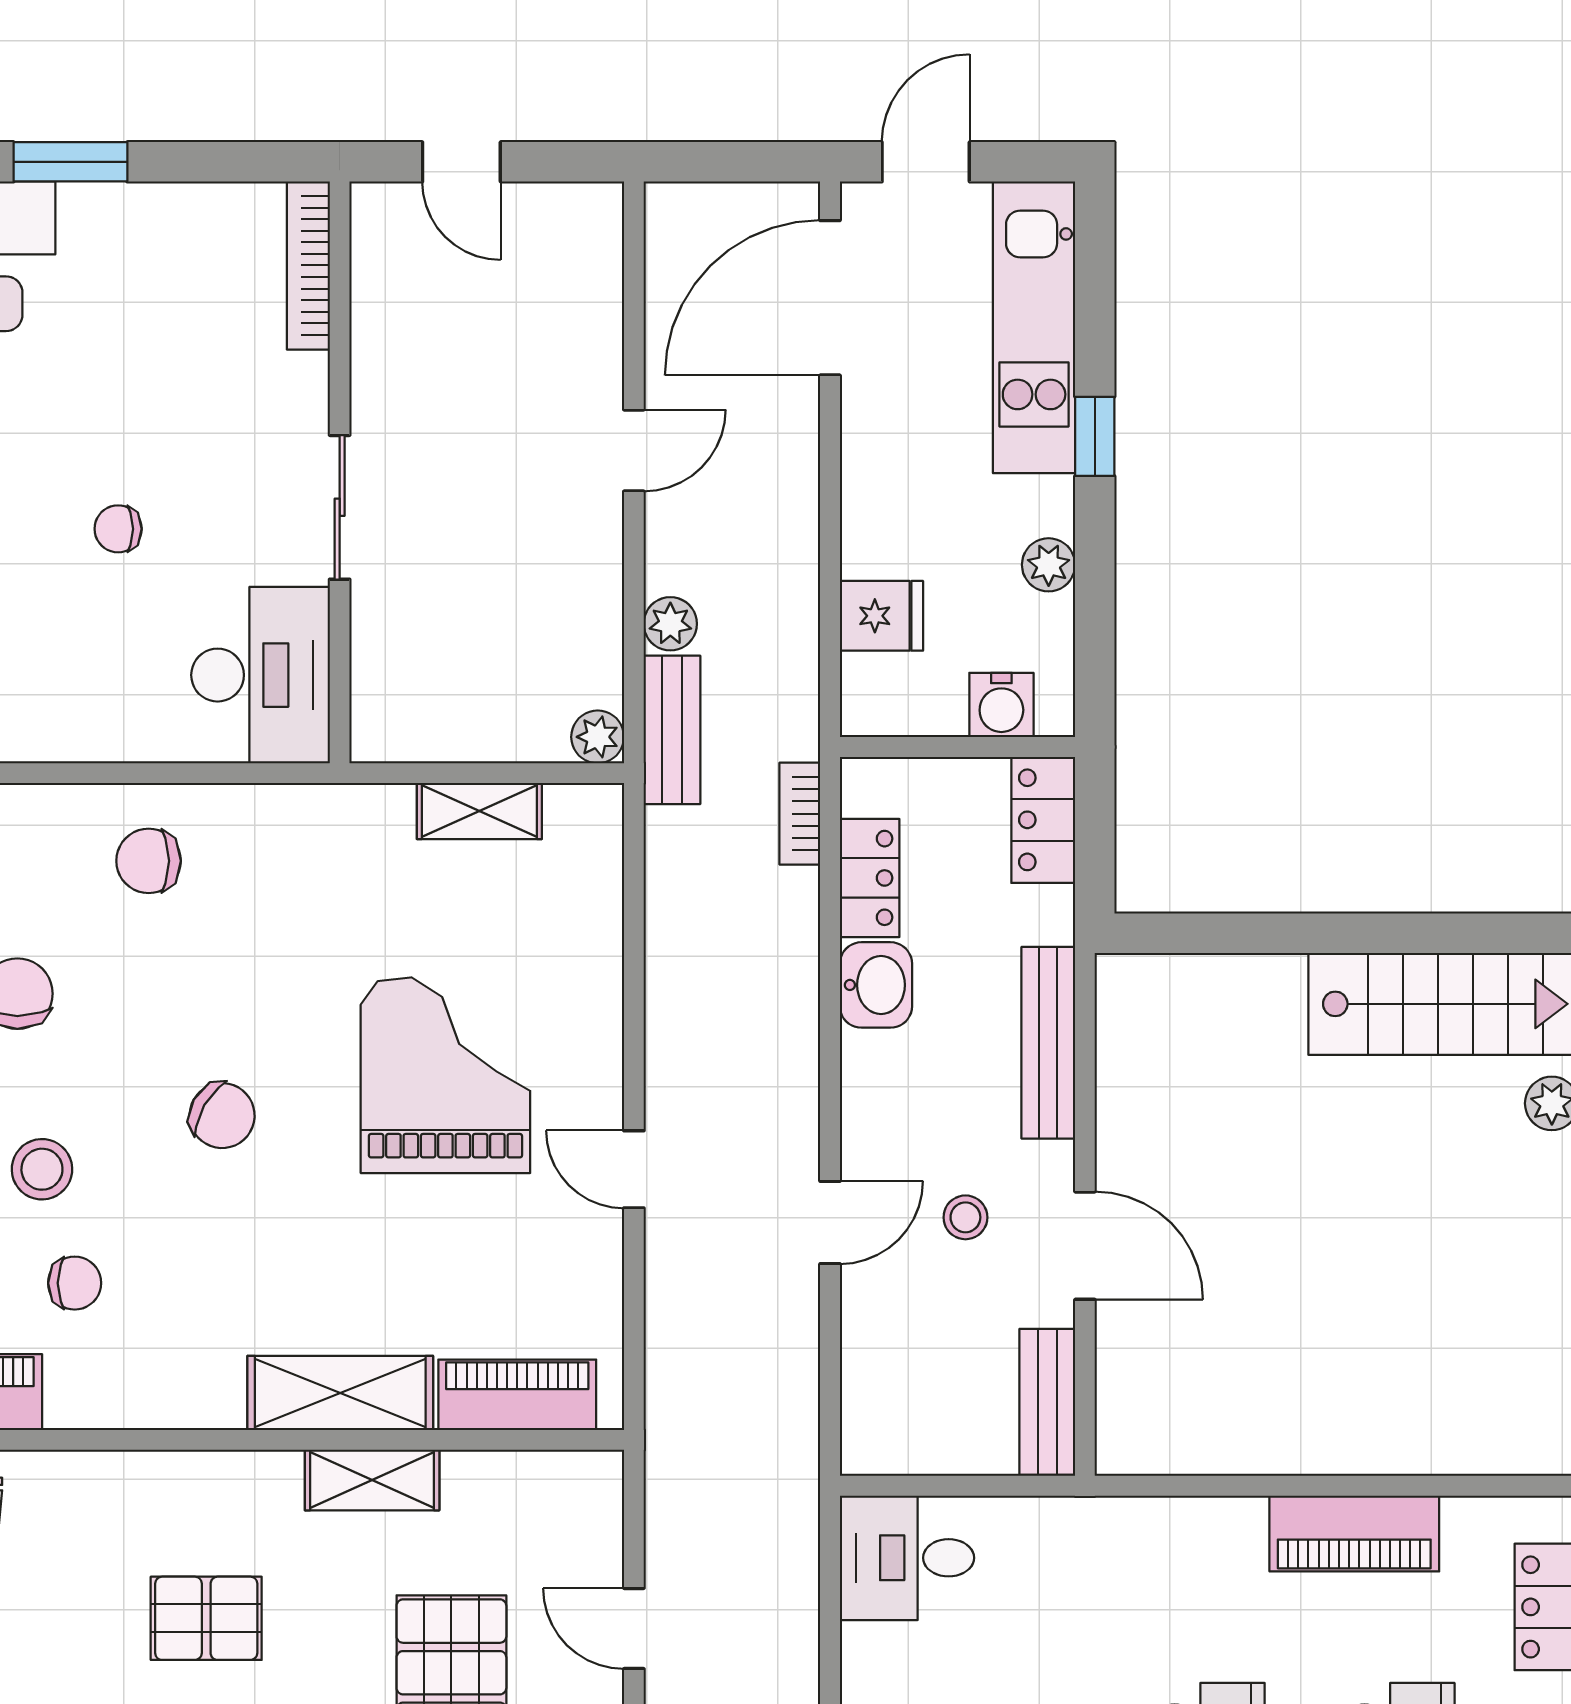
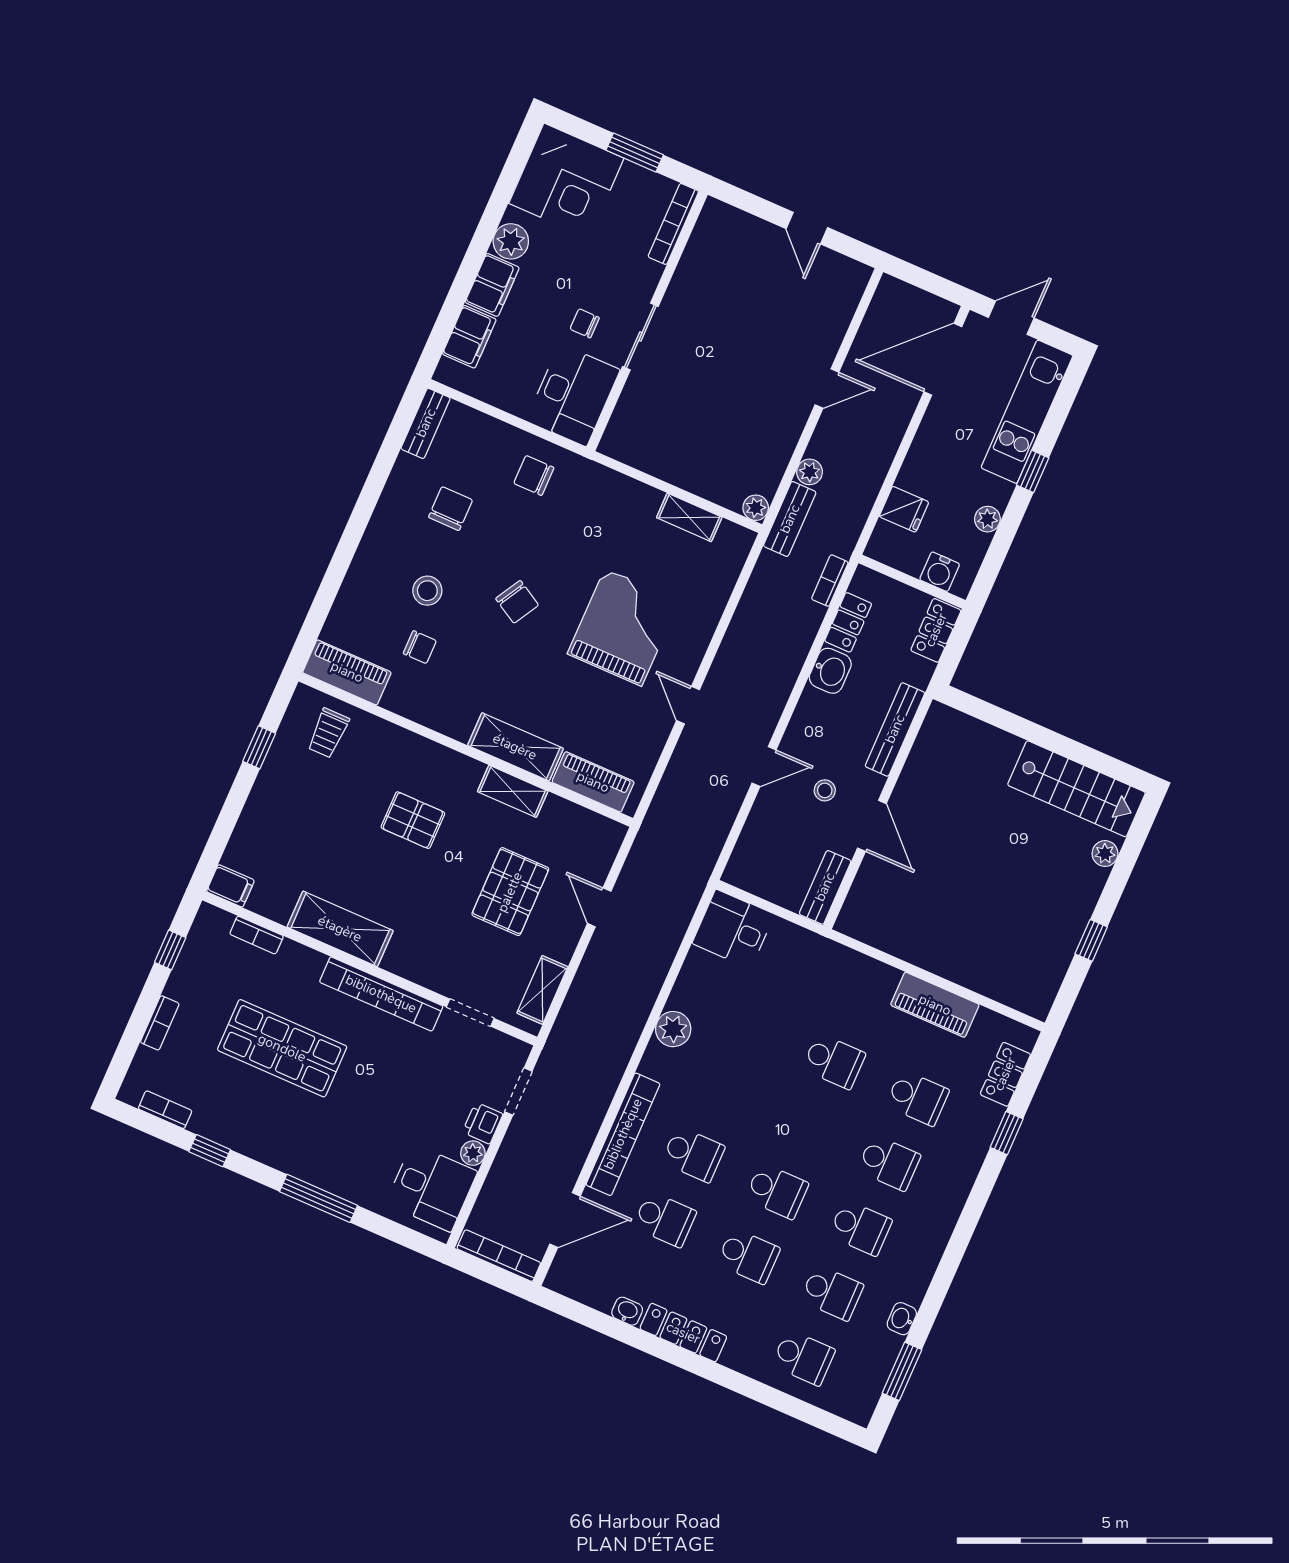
bookcase: (308, 265) -> (673, 224), moved
wall: (340, 472) -> (647, 321), moved
sliding door: (340, 507) -> (640, 336), moved
desk: (261, 675) -> (573, 395), moved

